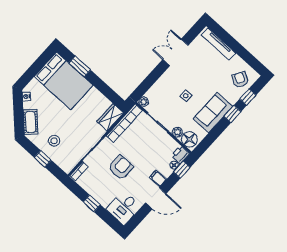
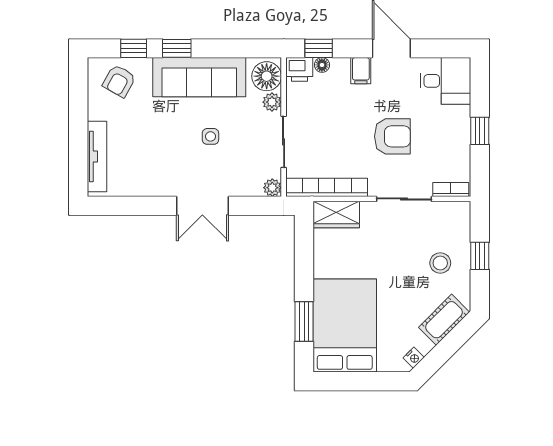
double door: (176, 52) -> (202, 206), moved
sofa: (213, 113) -> (199, 77), width x1.36
armchair: (121, 167) -> (392, 136), turned 180

